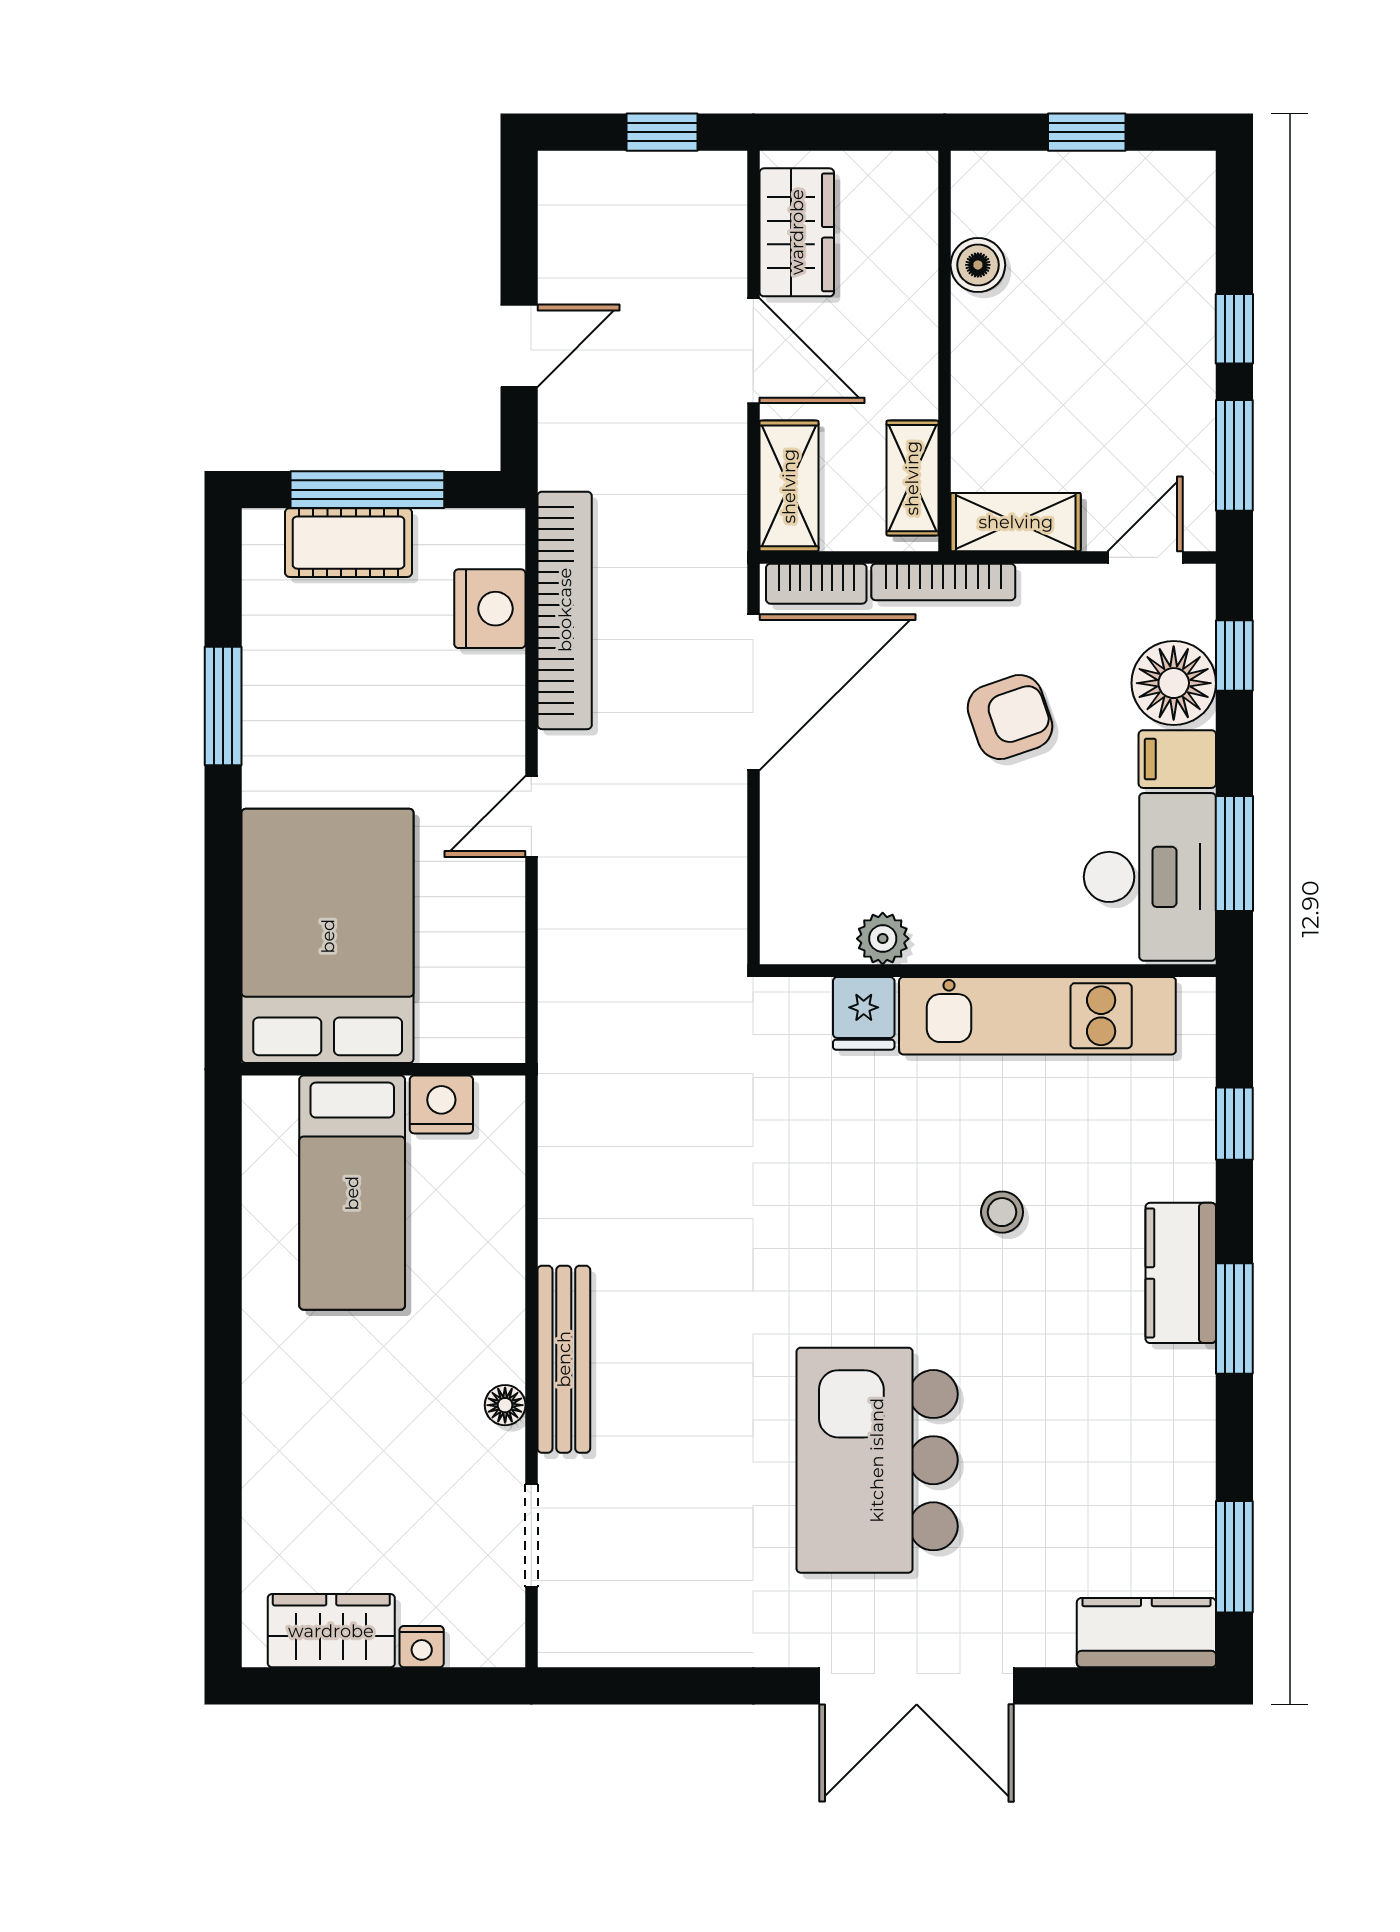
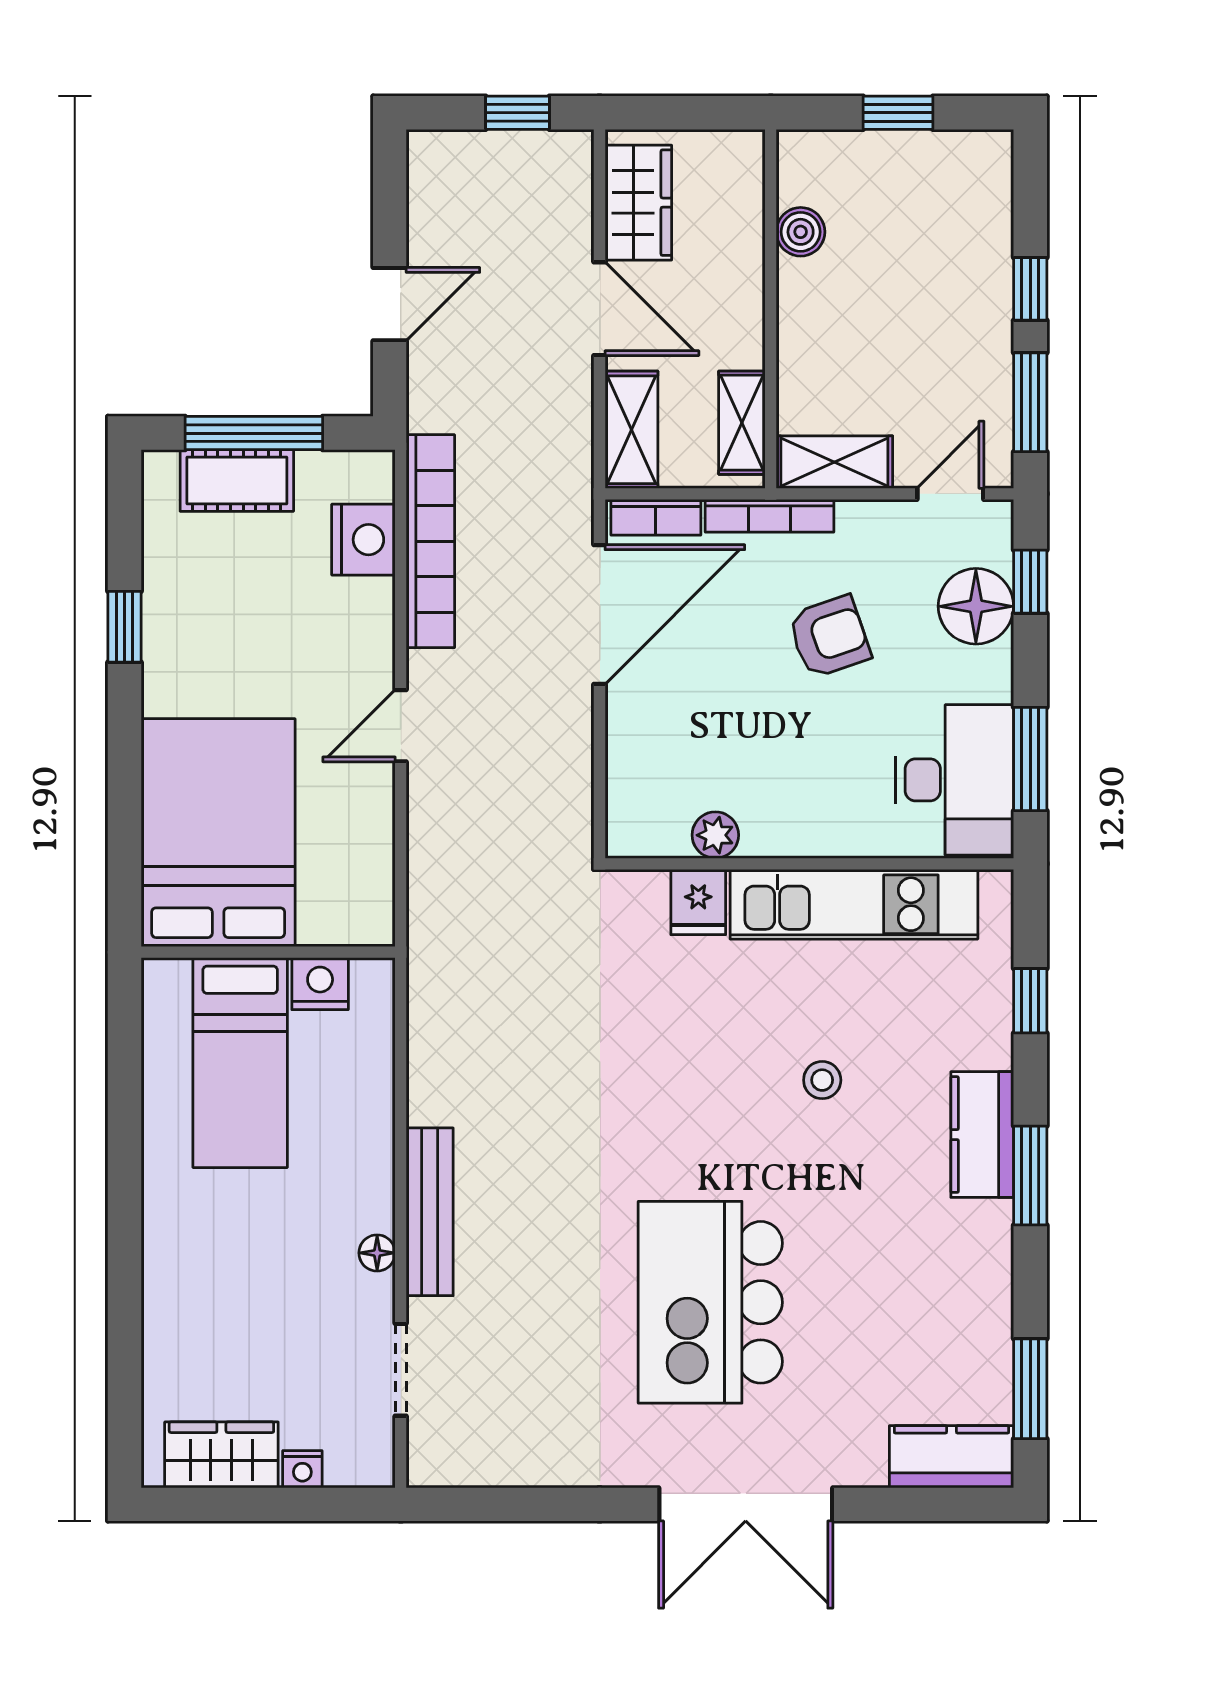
window: (223, 706) -> (125, 627), width x0.67
filing cabinet: (1177, 759) -> (979, 674), removed

